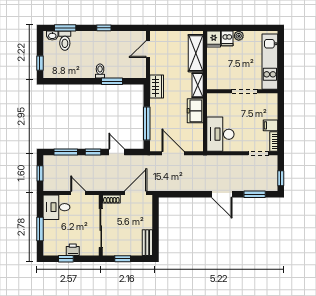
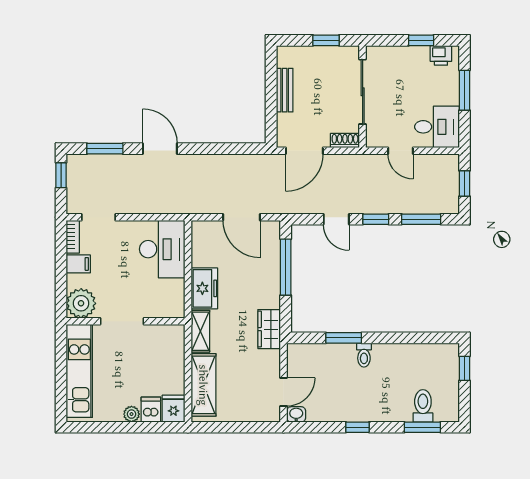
washbasin: (52, 36) -> (296, 414), moved
plant: (269, 102) -> (81, 303), added
bench: (147, 243) -> (285, 90), moved
printer: (73, 250) -> (441, 55), moved

